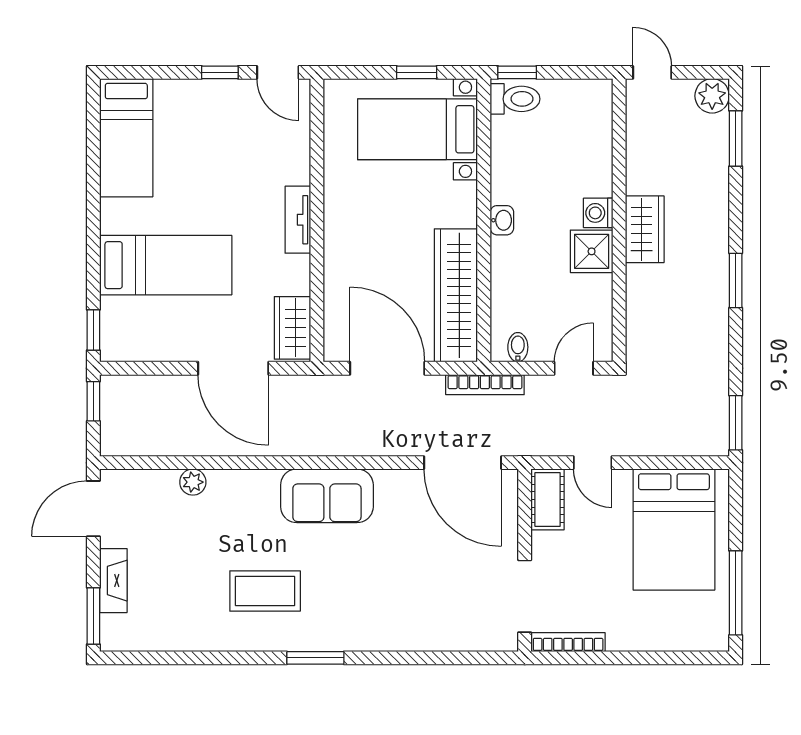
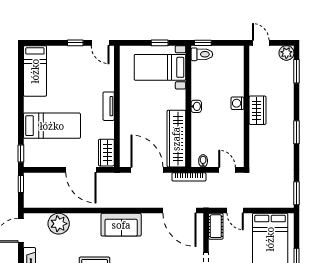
shower: (592, 251) -> (235, 120), removed
door: (574, 368) -> (227, 170), hinge flipped
plant: (193, 482) -> (59, 224), width x1.87, depth x1.87

